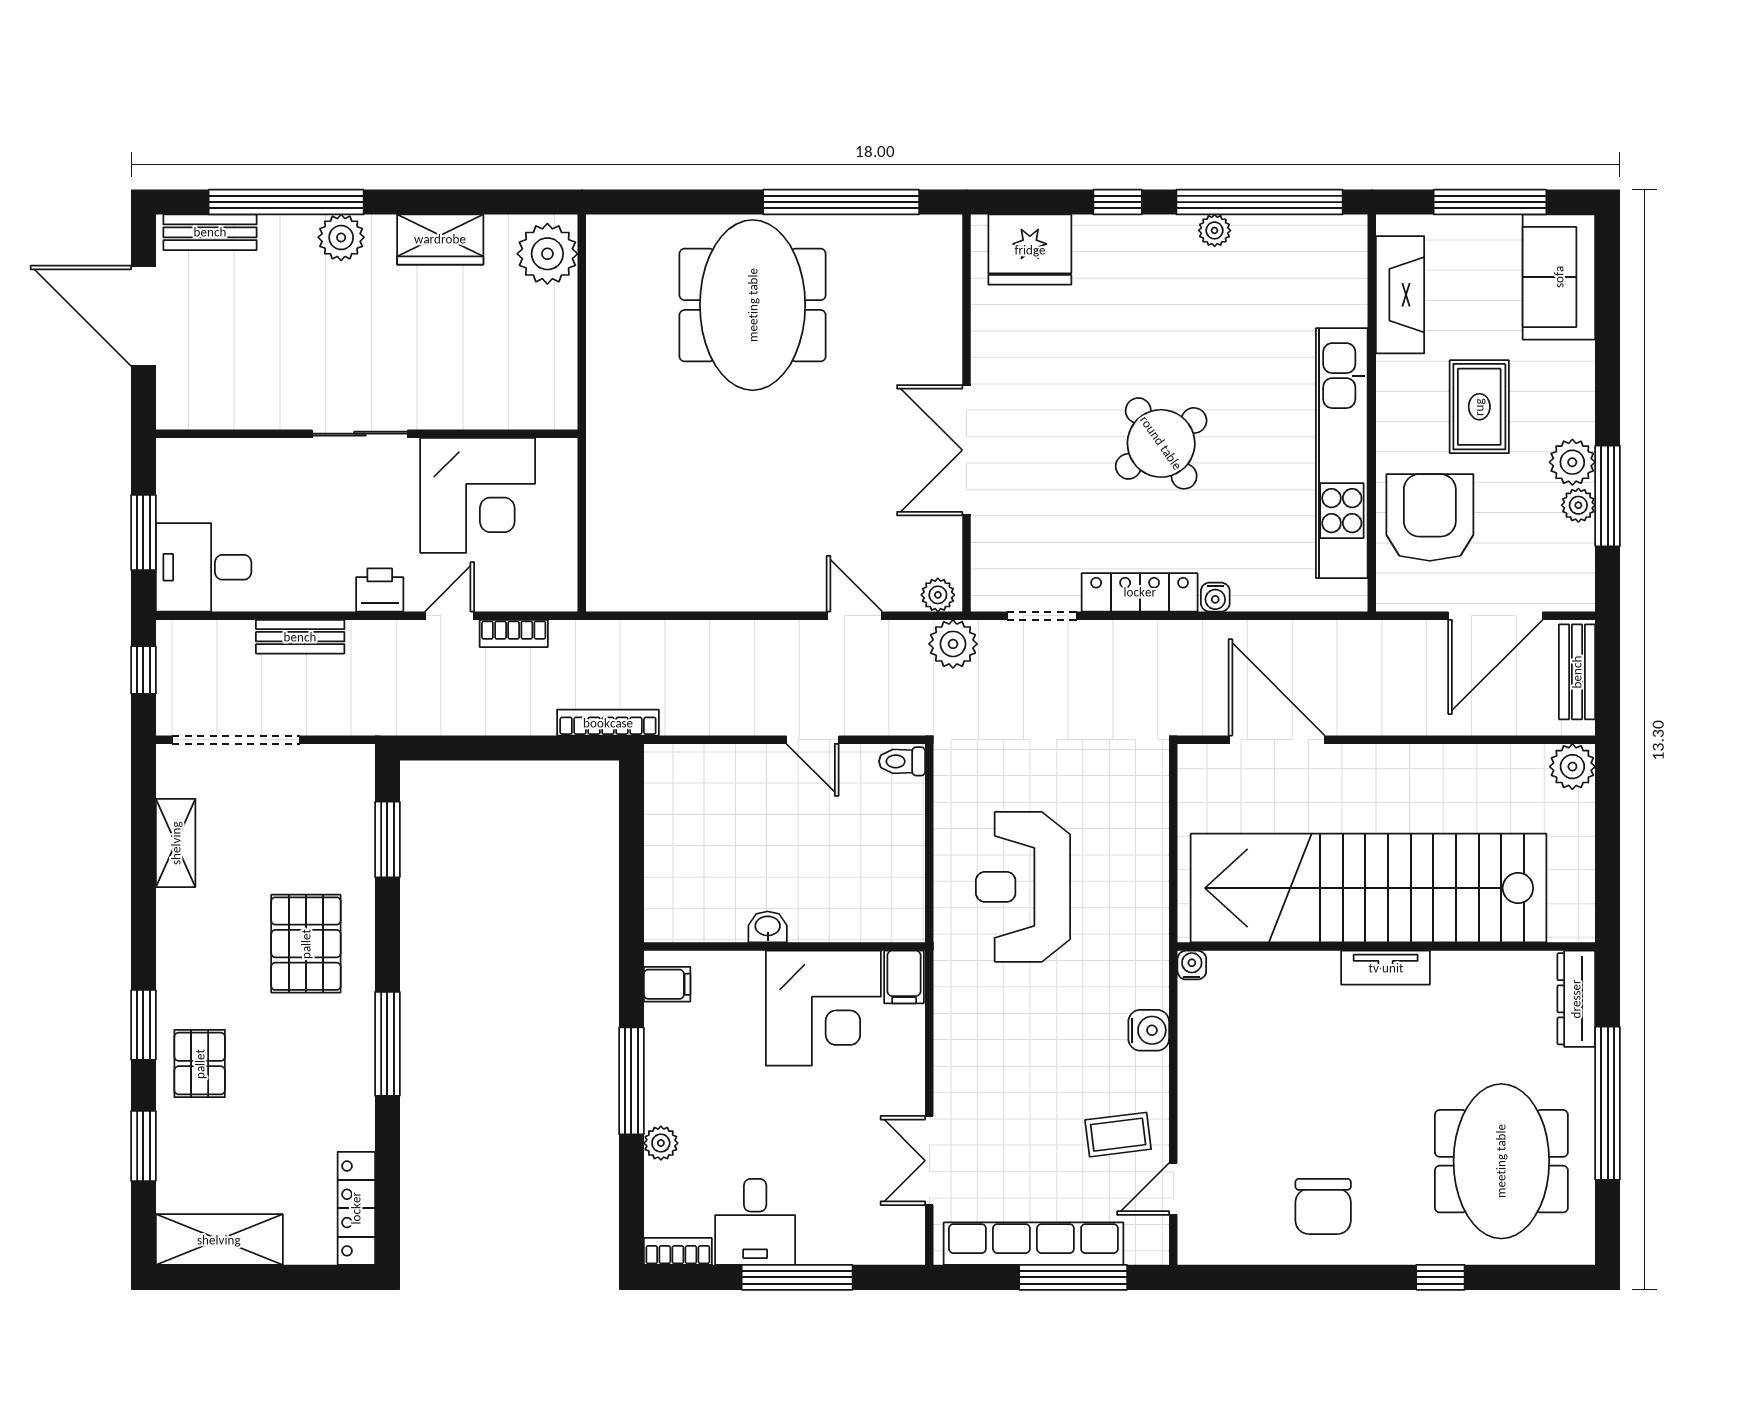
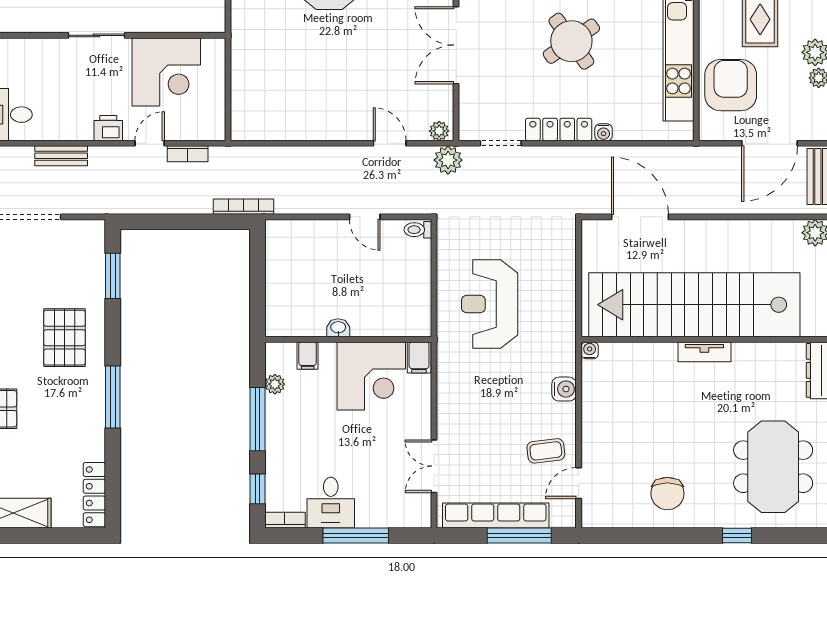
filing cabinet: (667, 984) -> (308, 356), moved, turned 90
plant: (661, 1143) -> (275, 384), moved
window: (631, 1199) -> (257, 489), added

